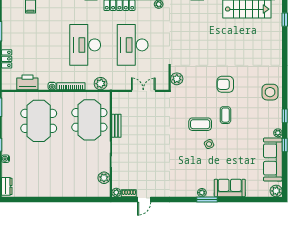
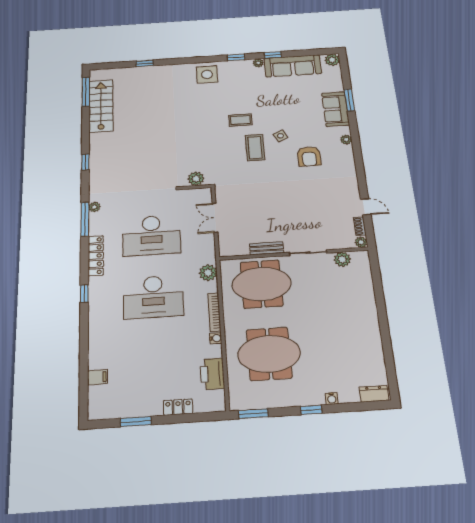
window: (285, 20) -> (145, 63), moved
armchair: (225, 84) -> (309, 156), moved
window: (207, 200) -> (349, 100), moved

